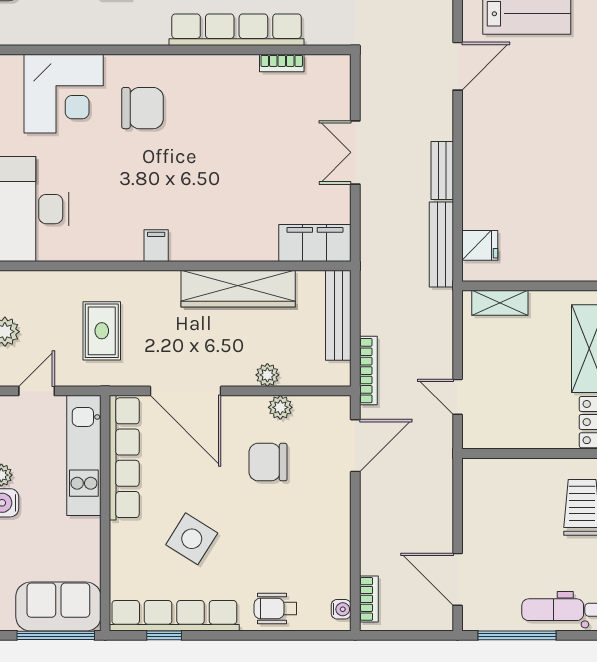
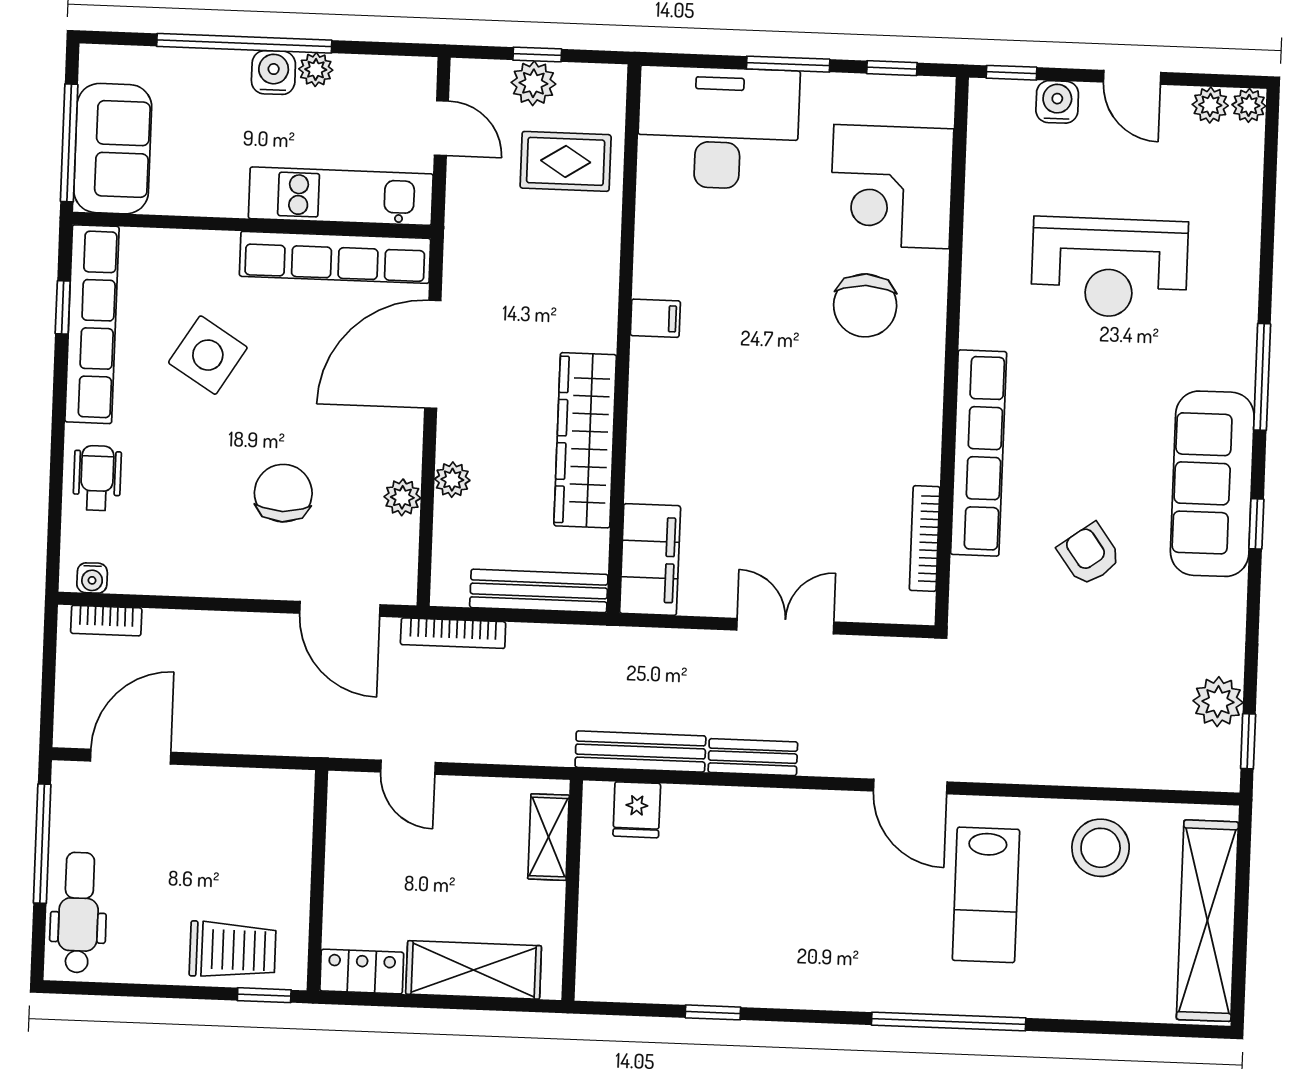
bookcase: (282, 63) -> (925, 539), width x1.56
rug: (102, 331) -> (566, 161), moved
door: (458, 397) -> (408, 767), swing flipped
chair: (268, 462) -> (283, 493), moved

